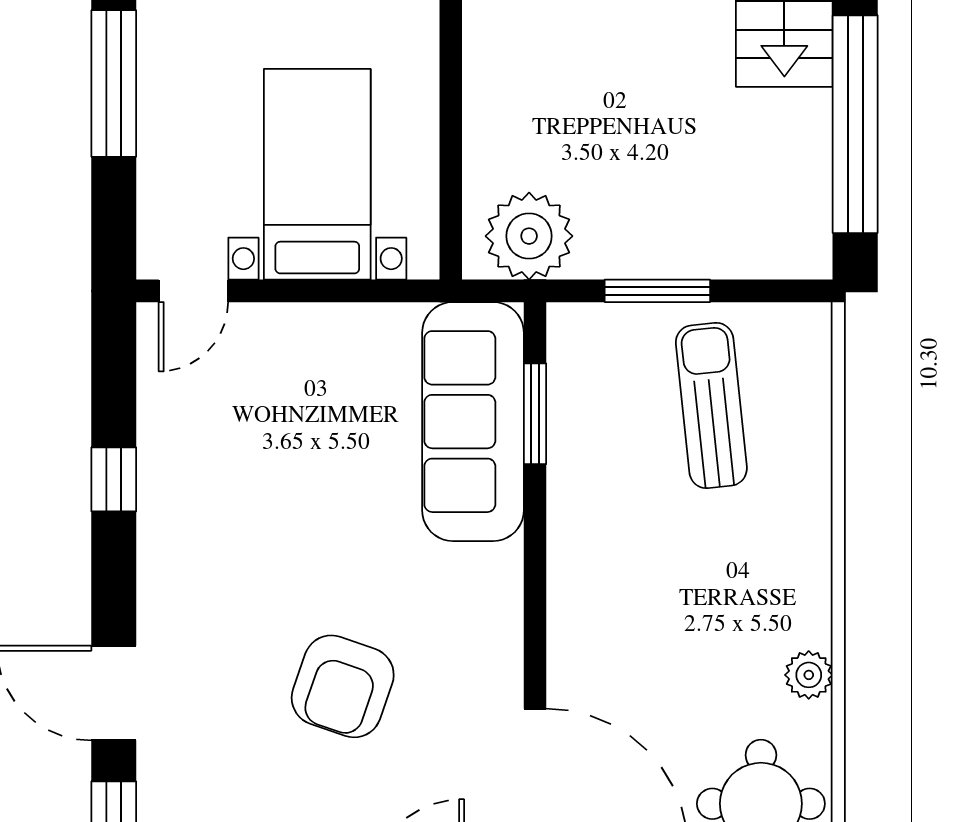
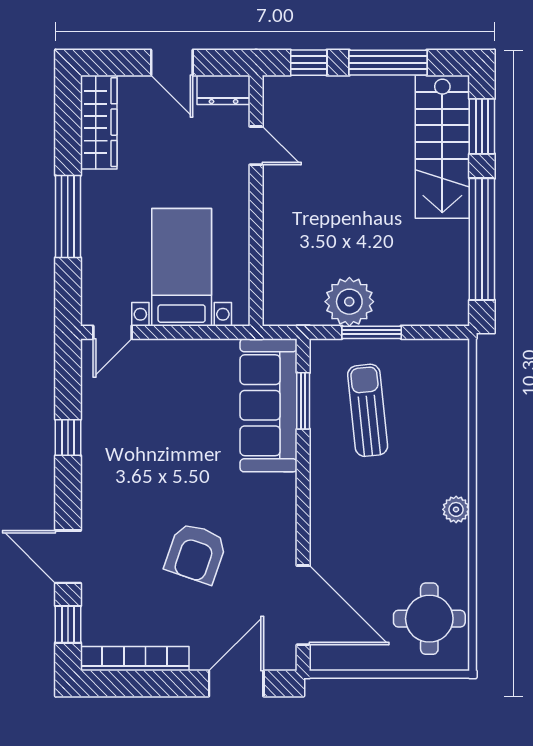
plant: (529, 236) -> (349, 302), moved
sun lounger: (711, 405) -> (368, 410), moved
plant: (809, 675) -> (456, 509), moved

